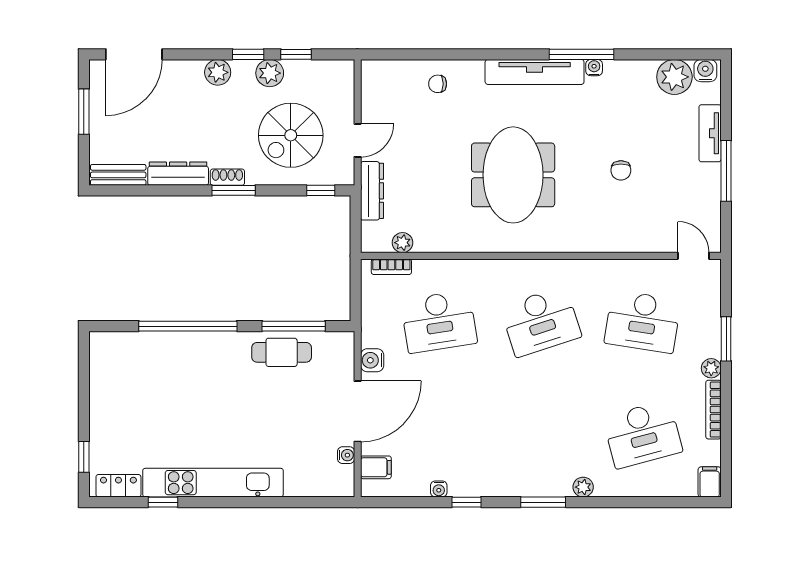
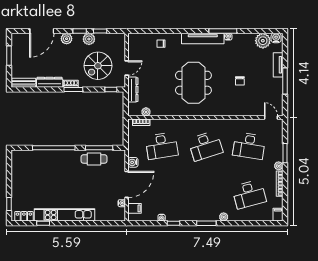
door: (134, 54) -> (42, 31), moved

